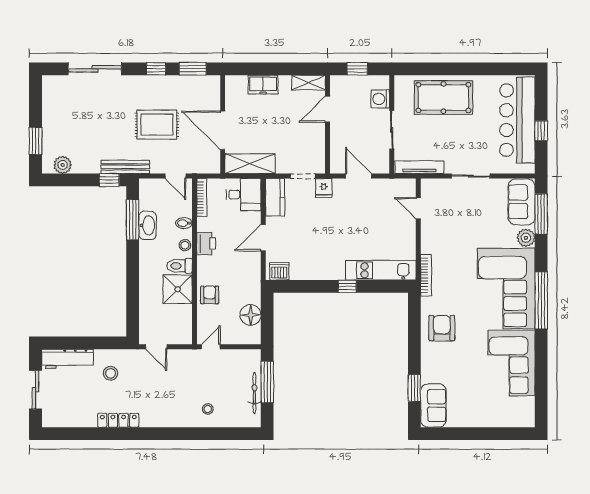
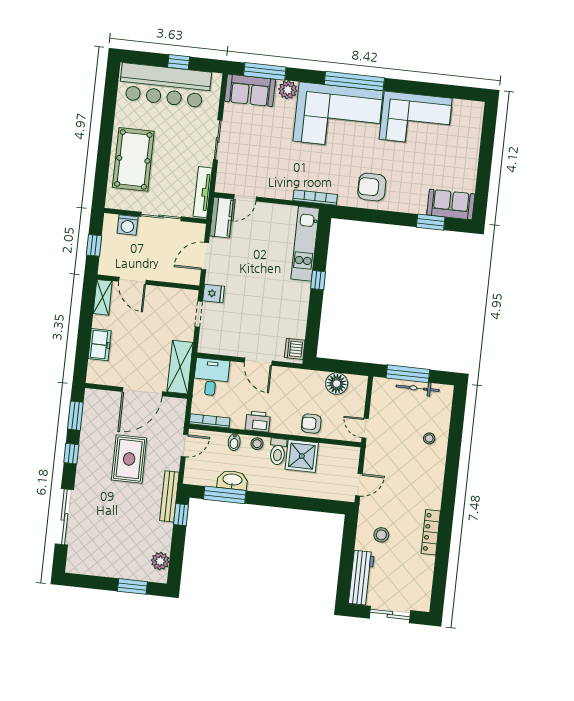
kitchen counter: (275, 197) -> (222, 217), moved, turned 90

